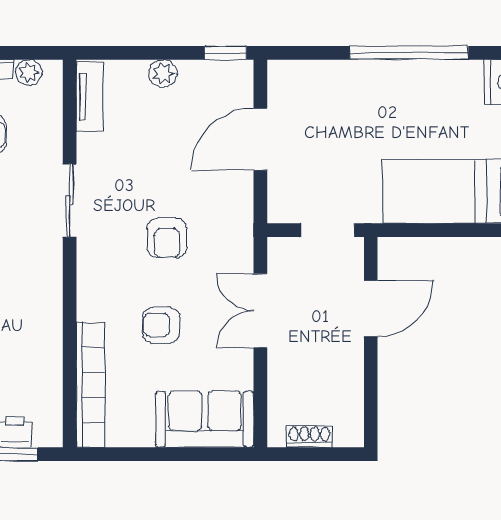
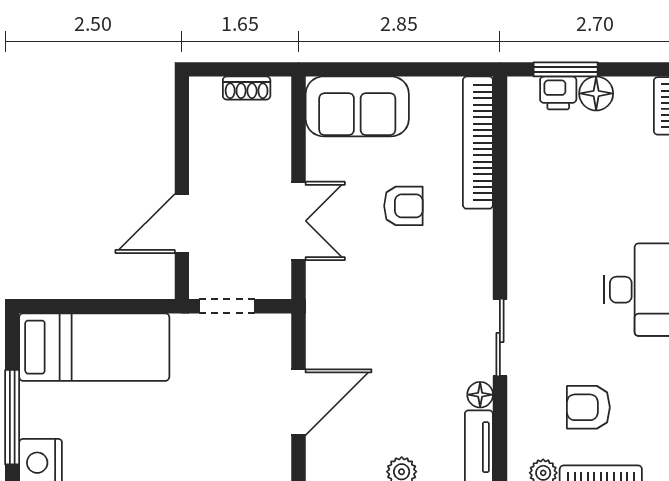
floor lamp: (89, 146) -> (480, 395), added
armchair: (167, 238) -> (397, 298), removed

